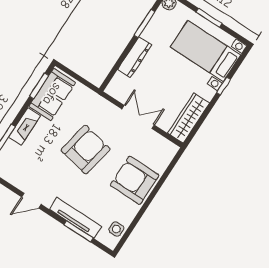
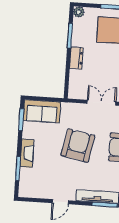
dresser: (135, 57) -> (76, 58), width x0.70
sofa: (52, 94) -> (42, 111), moved, turned 90

